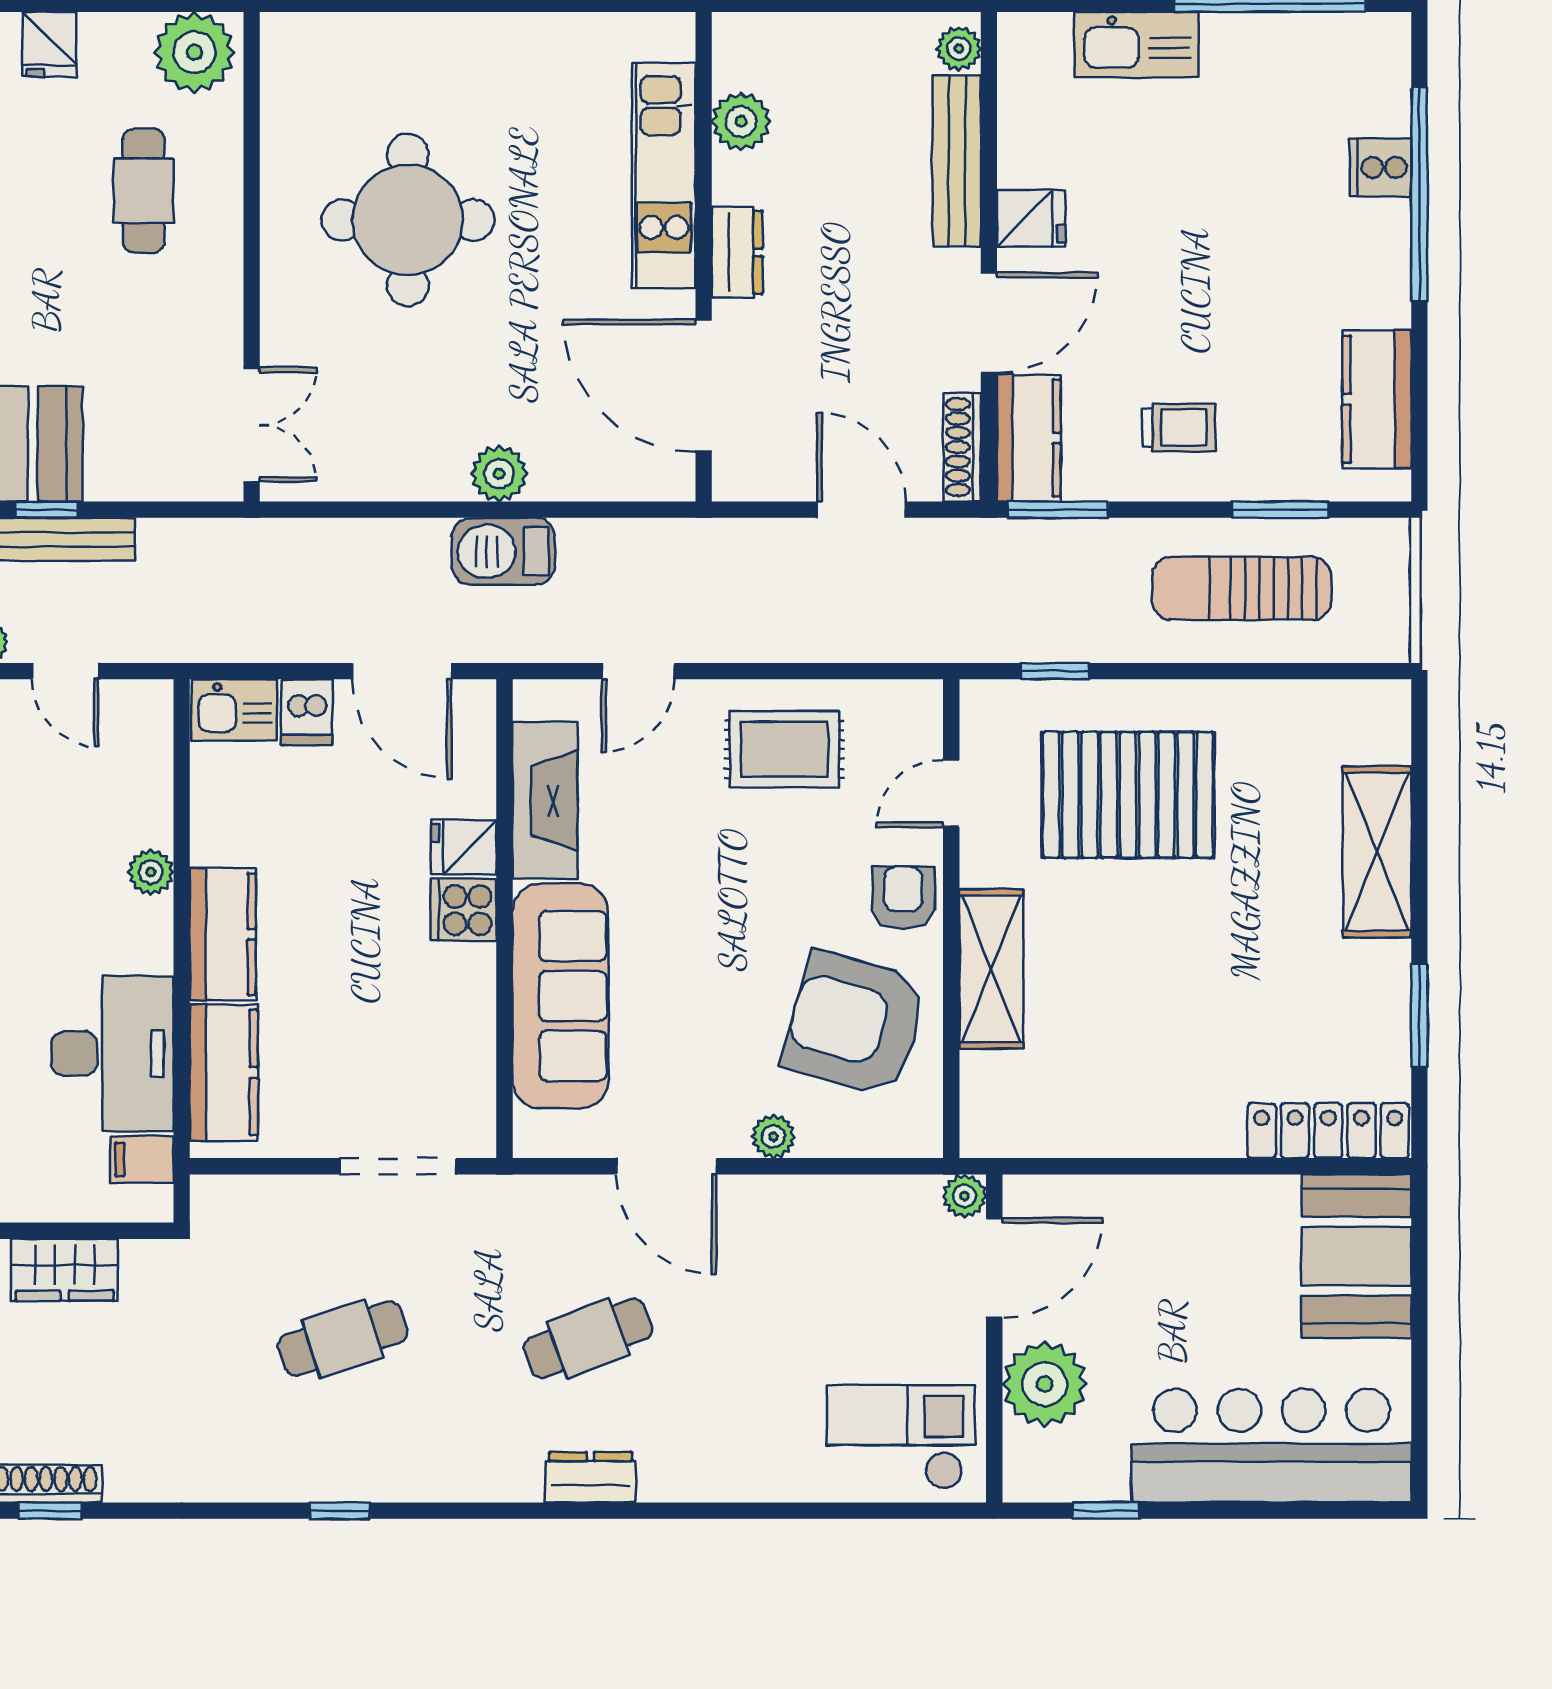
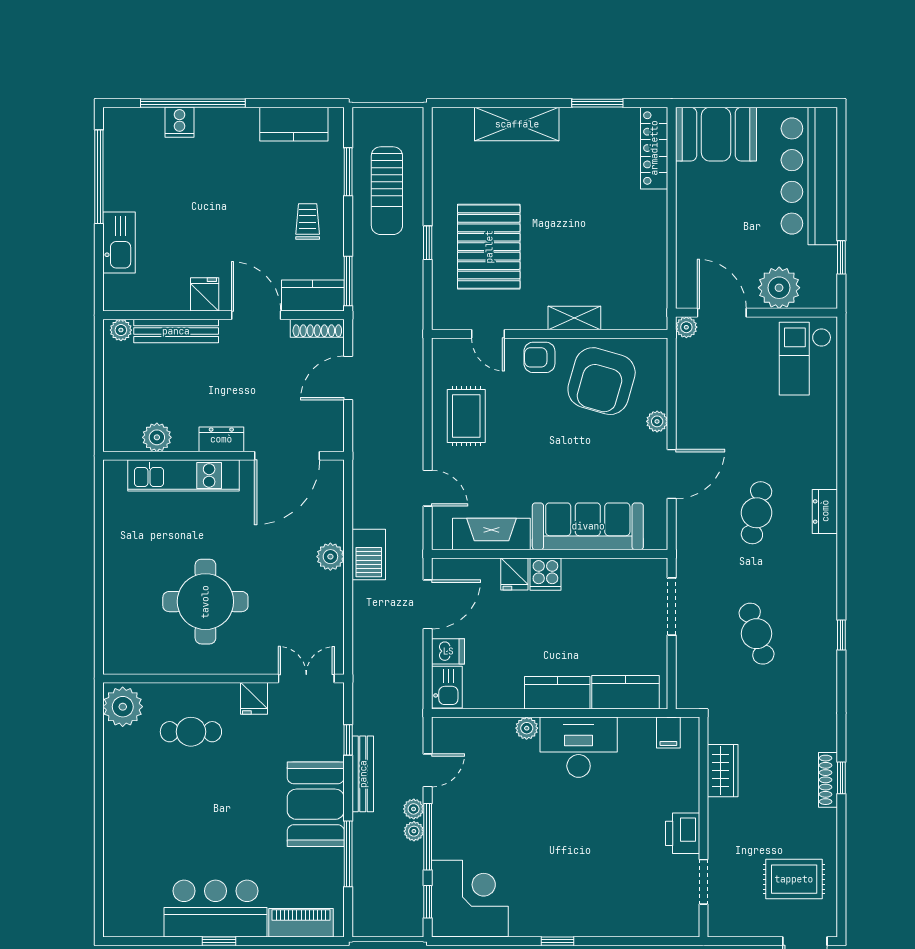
fridge: (50, 44) -> (254, 698), moved, turned 90
window: (47, 510) -> (348, 740), moved
window: (1055, 671) -> (428, 243), moved
shelving: (991, 969) -> (574, 318), width x0.67, depth x0.75
desk: (112, 1053) -> (579, 747), moved
cafe table: (588, 1338) -> (757, 513), turned 33

